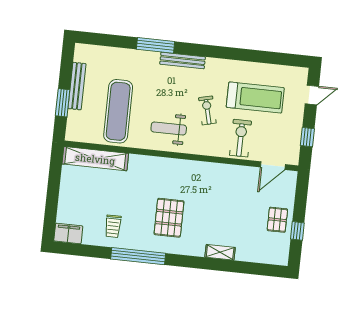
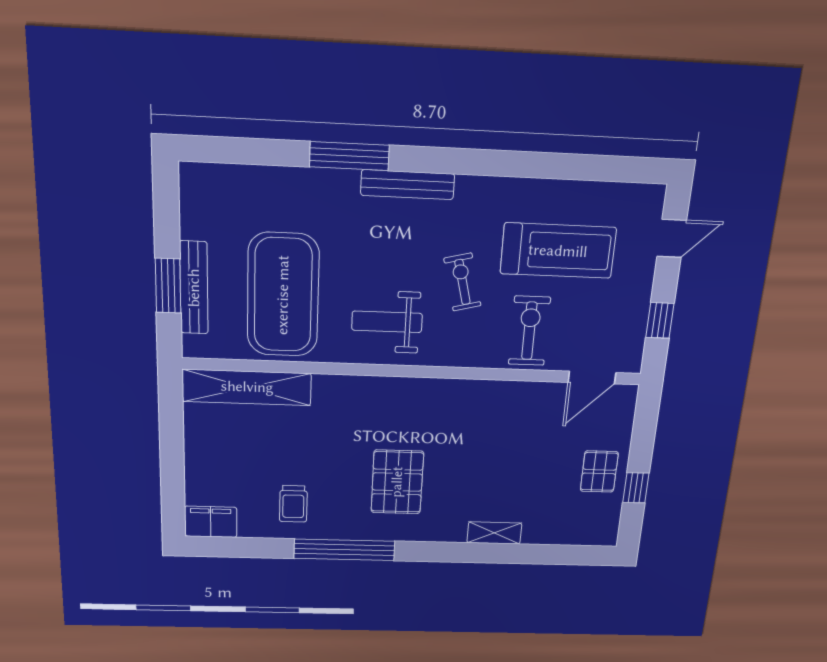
bench: (77, 86) -> (194, 288), moved
exercise mat: (118, 111) -> (283, 295), width x1.47

